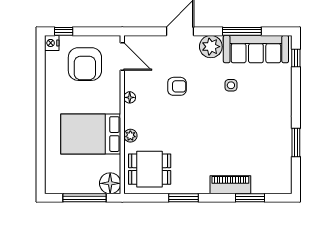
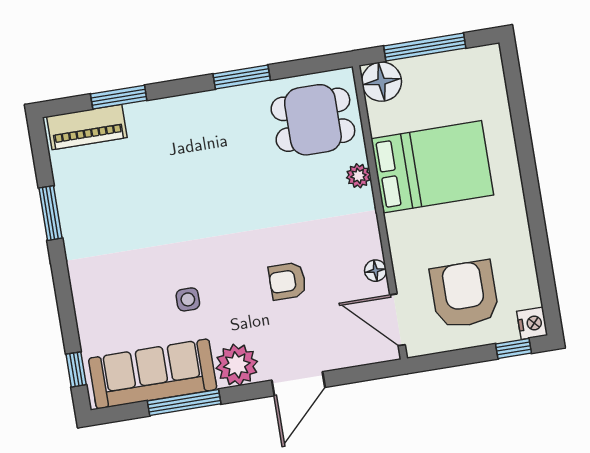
floor lamp: (130, 97) -> (375, 271), moved
piano: (230, 185) -> (87, 127), moved

